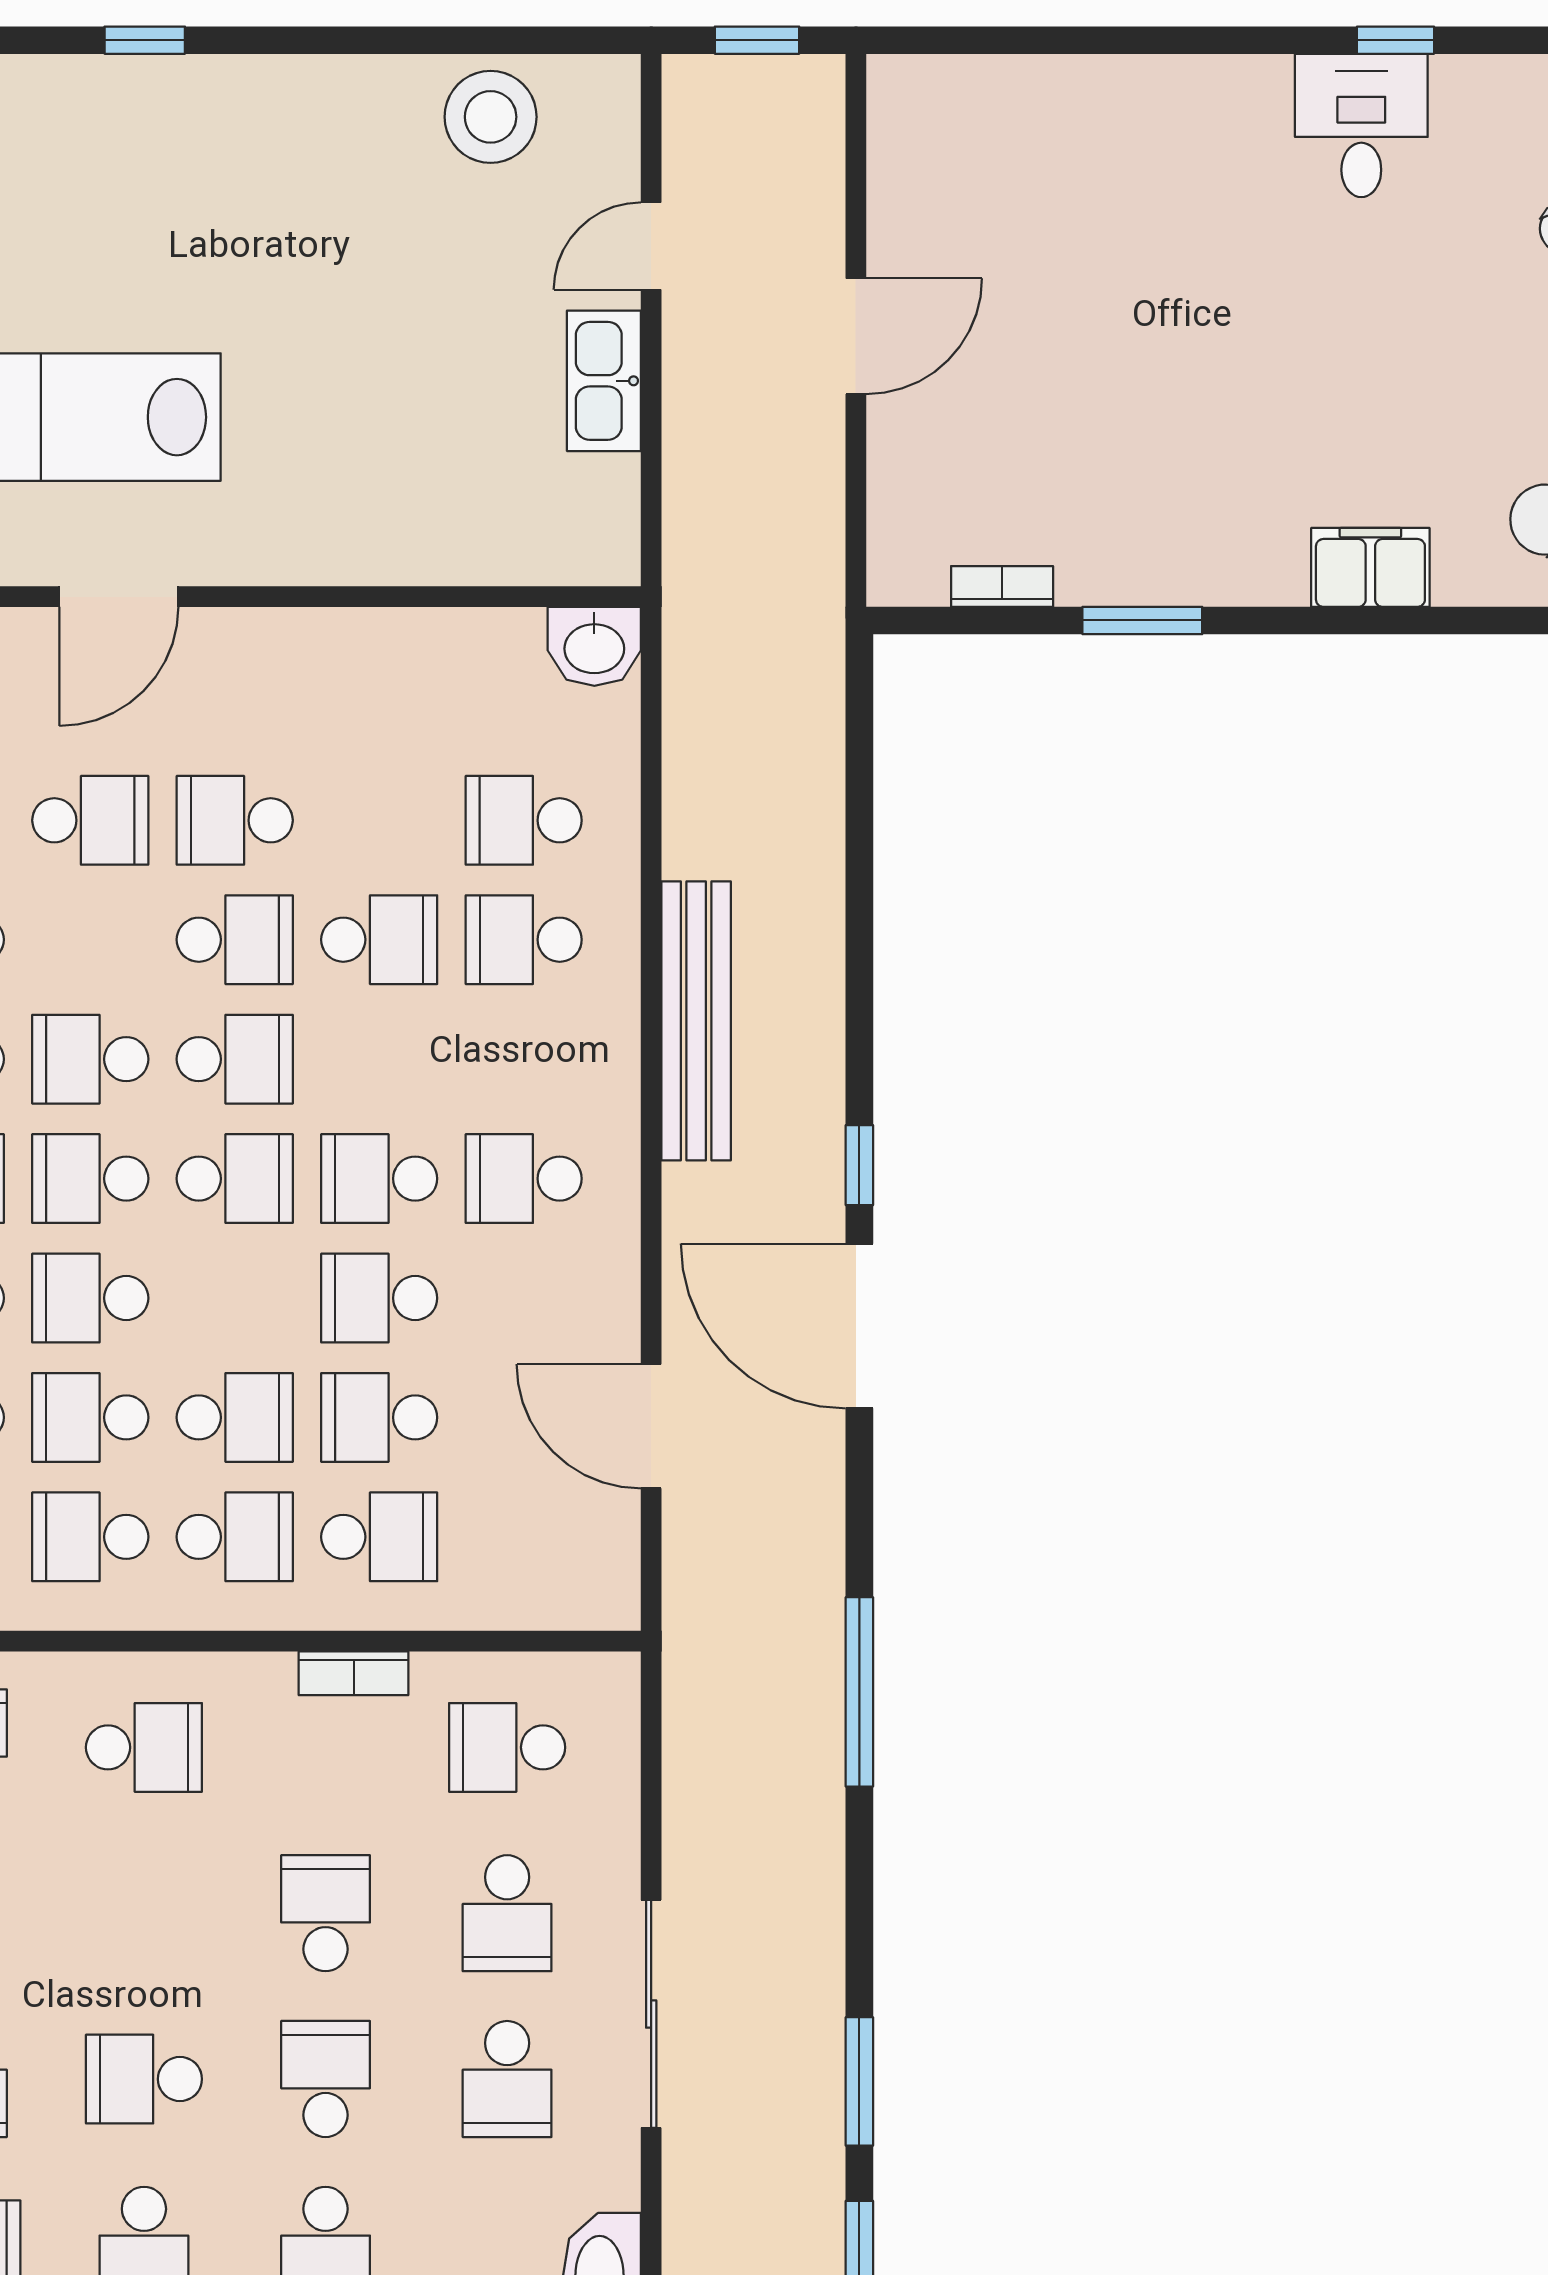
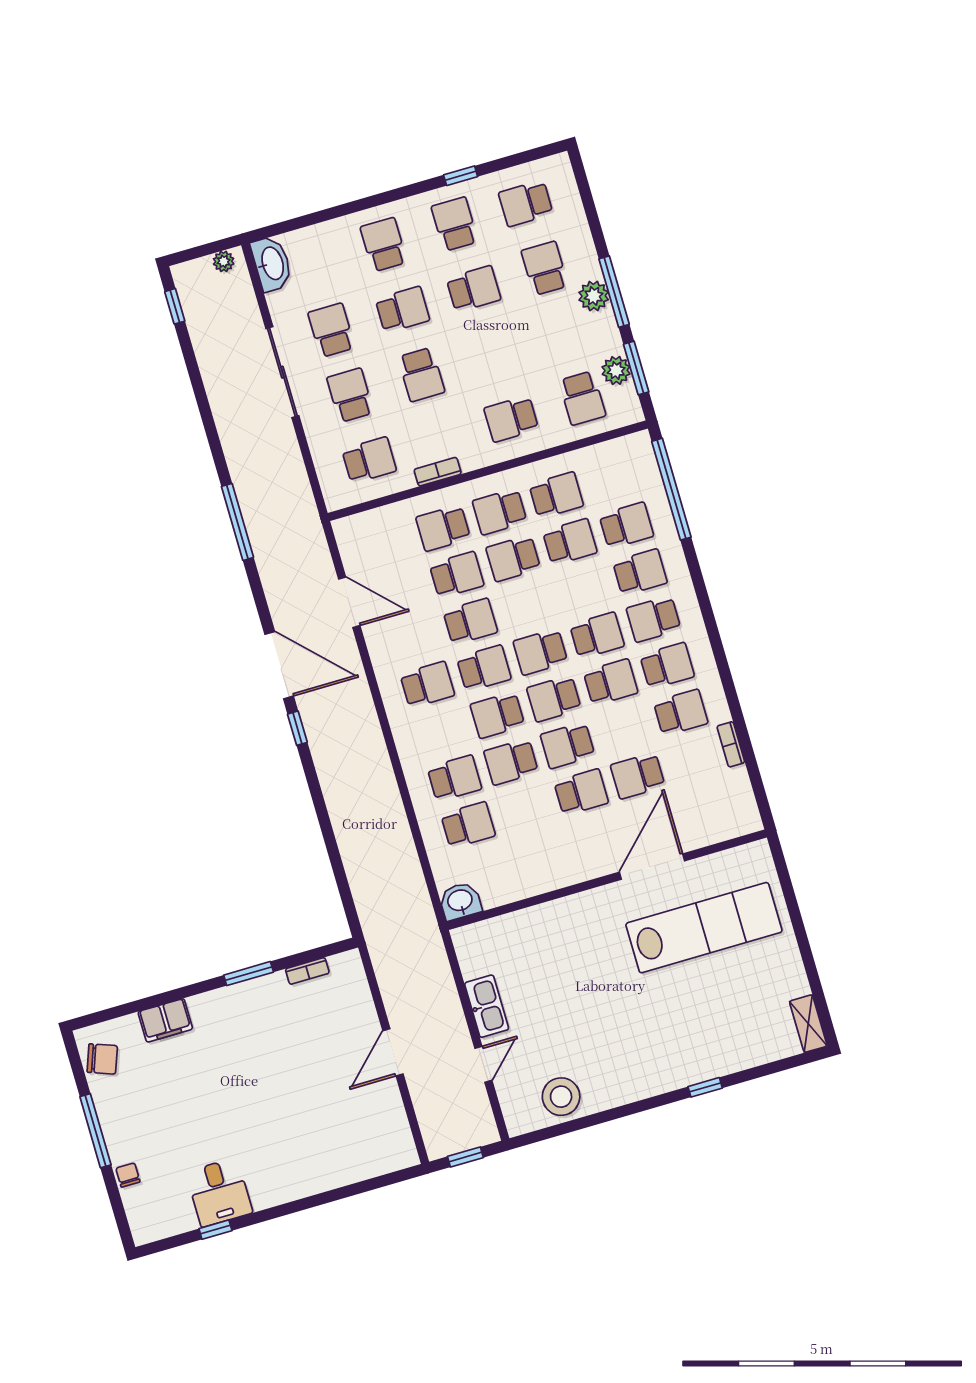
door: (119, 597) -> (652, 867), width x1.36
bench: (696, 1021) -> (378, 766), removed
school desk: (90, 1298) -> (497, 715), moved, turned 180
school desk: (326, 2079) -> (402, 310), turned -90
window: (859, 2081) -> (193, 369), removed

